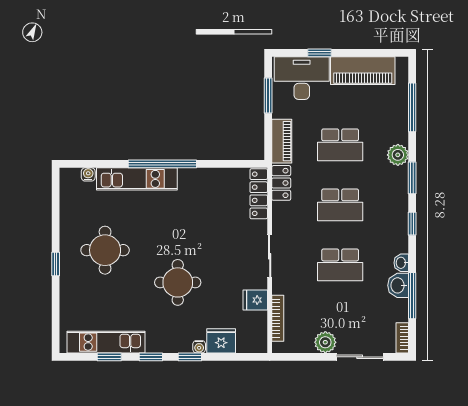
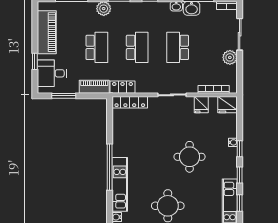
desk: (302, 78) -> (52, 73), width x0.73
school desk: (340, 265) -> (178, 47), turned 180
fridge: (221, 341) -> (227, 105), moved, turned -90

